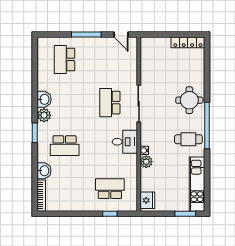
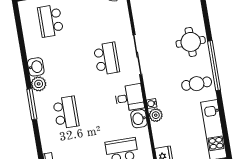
school desk: (110, 103) -> (106, 59), turned 180
window: (35, 133) -> (32, 104), width x1.44
school desk: (65, 146) -> (66, 113), turned -90
washbasin: (44, 171) -> (139, 119), moved, turned 180

